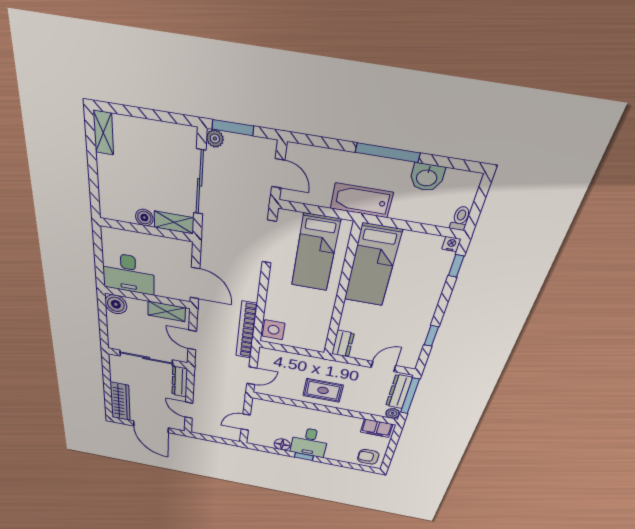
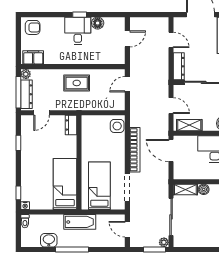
bookcase: (246, 330) -> (135, 150), moved

